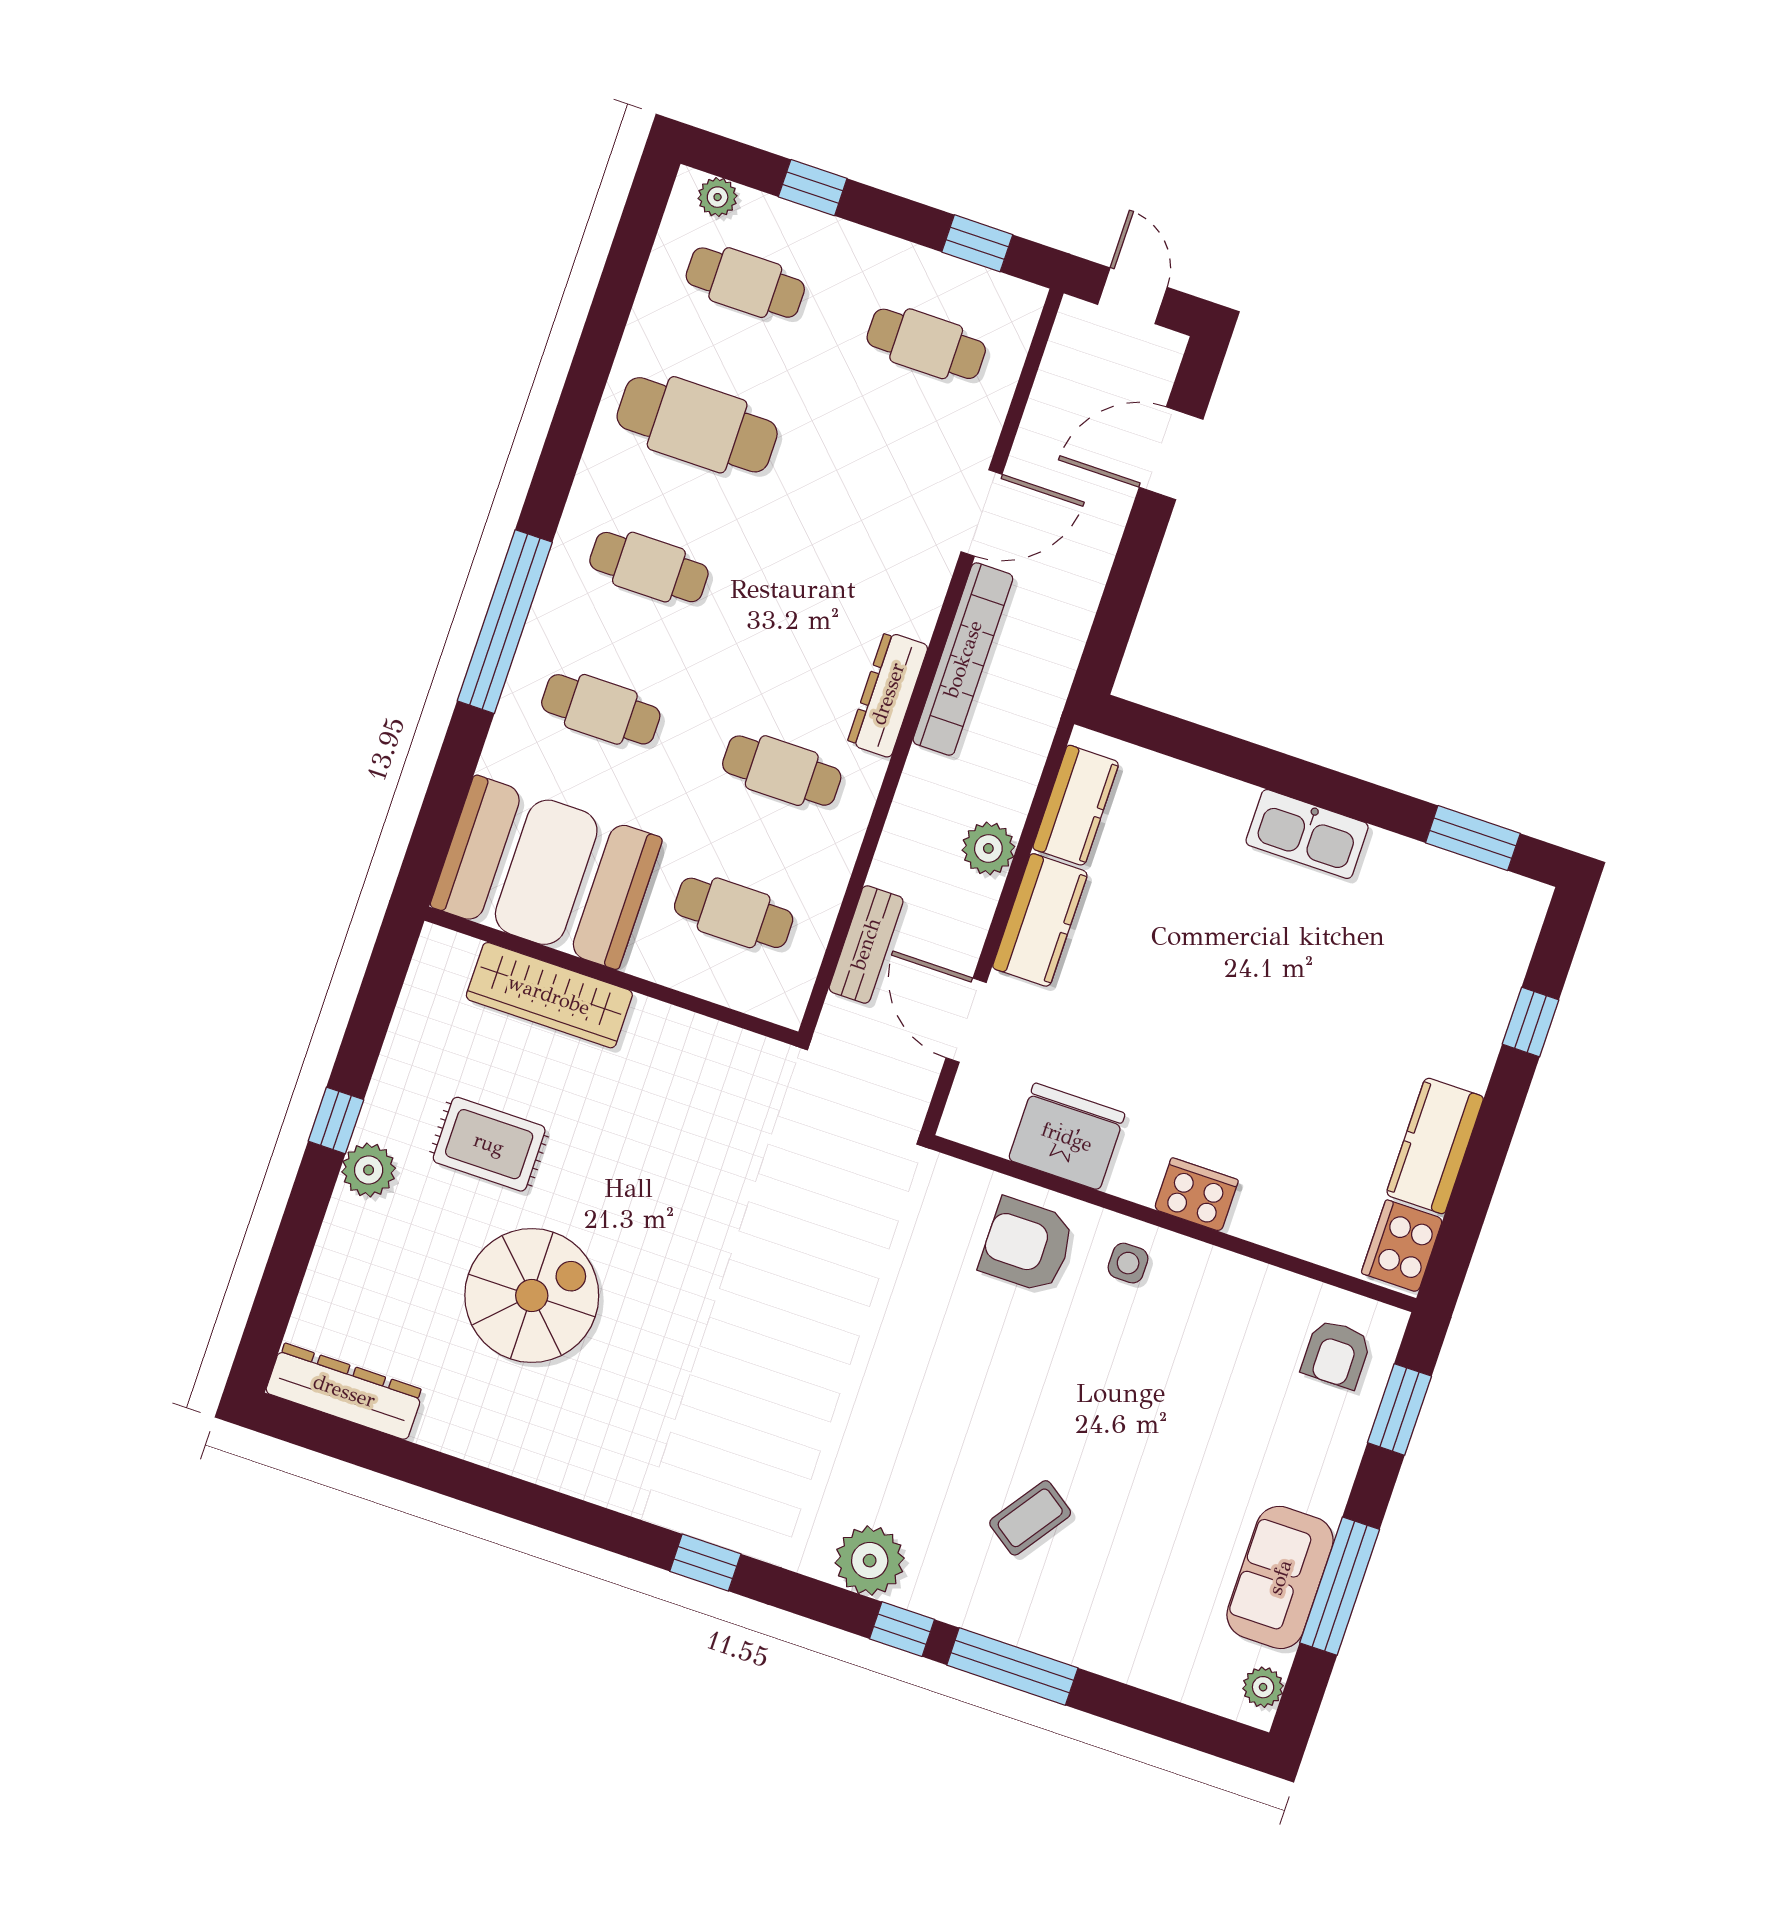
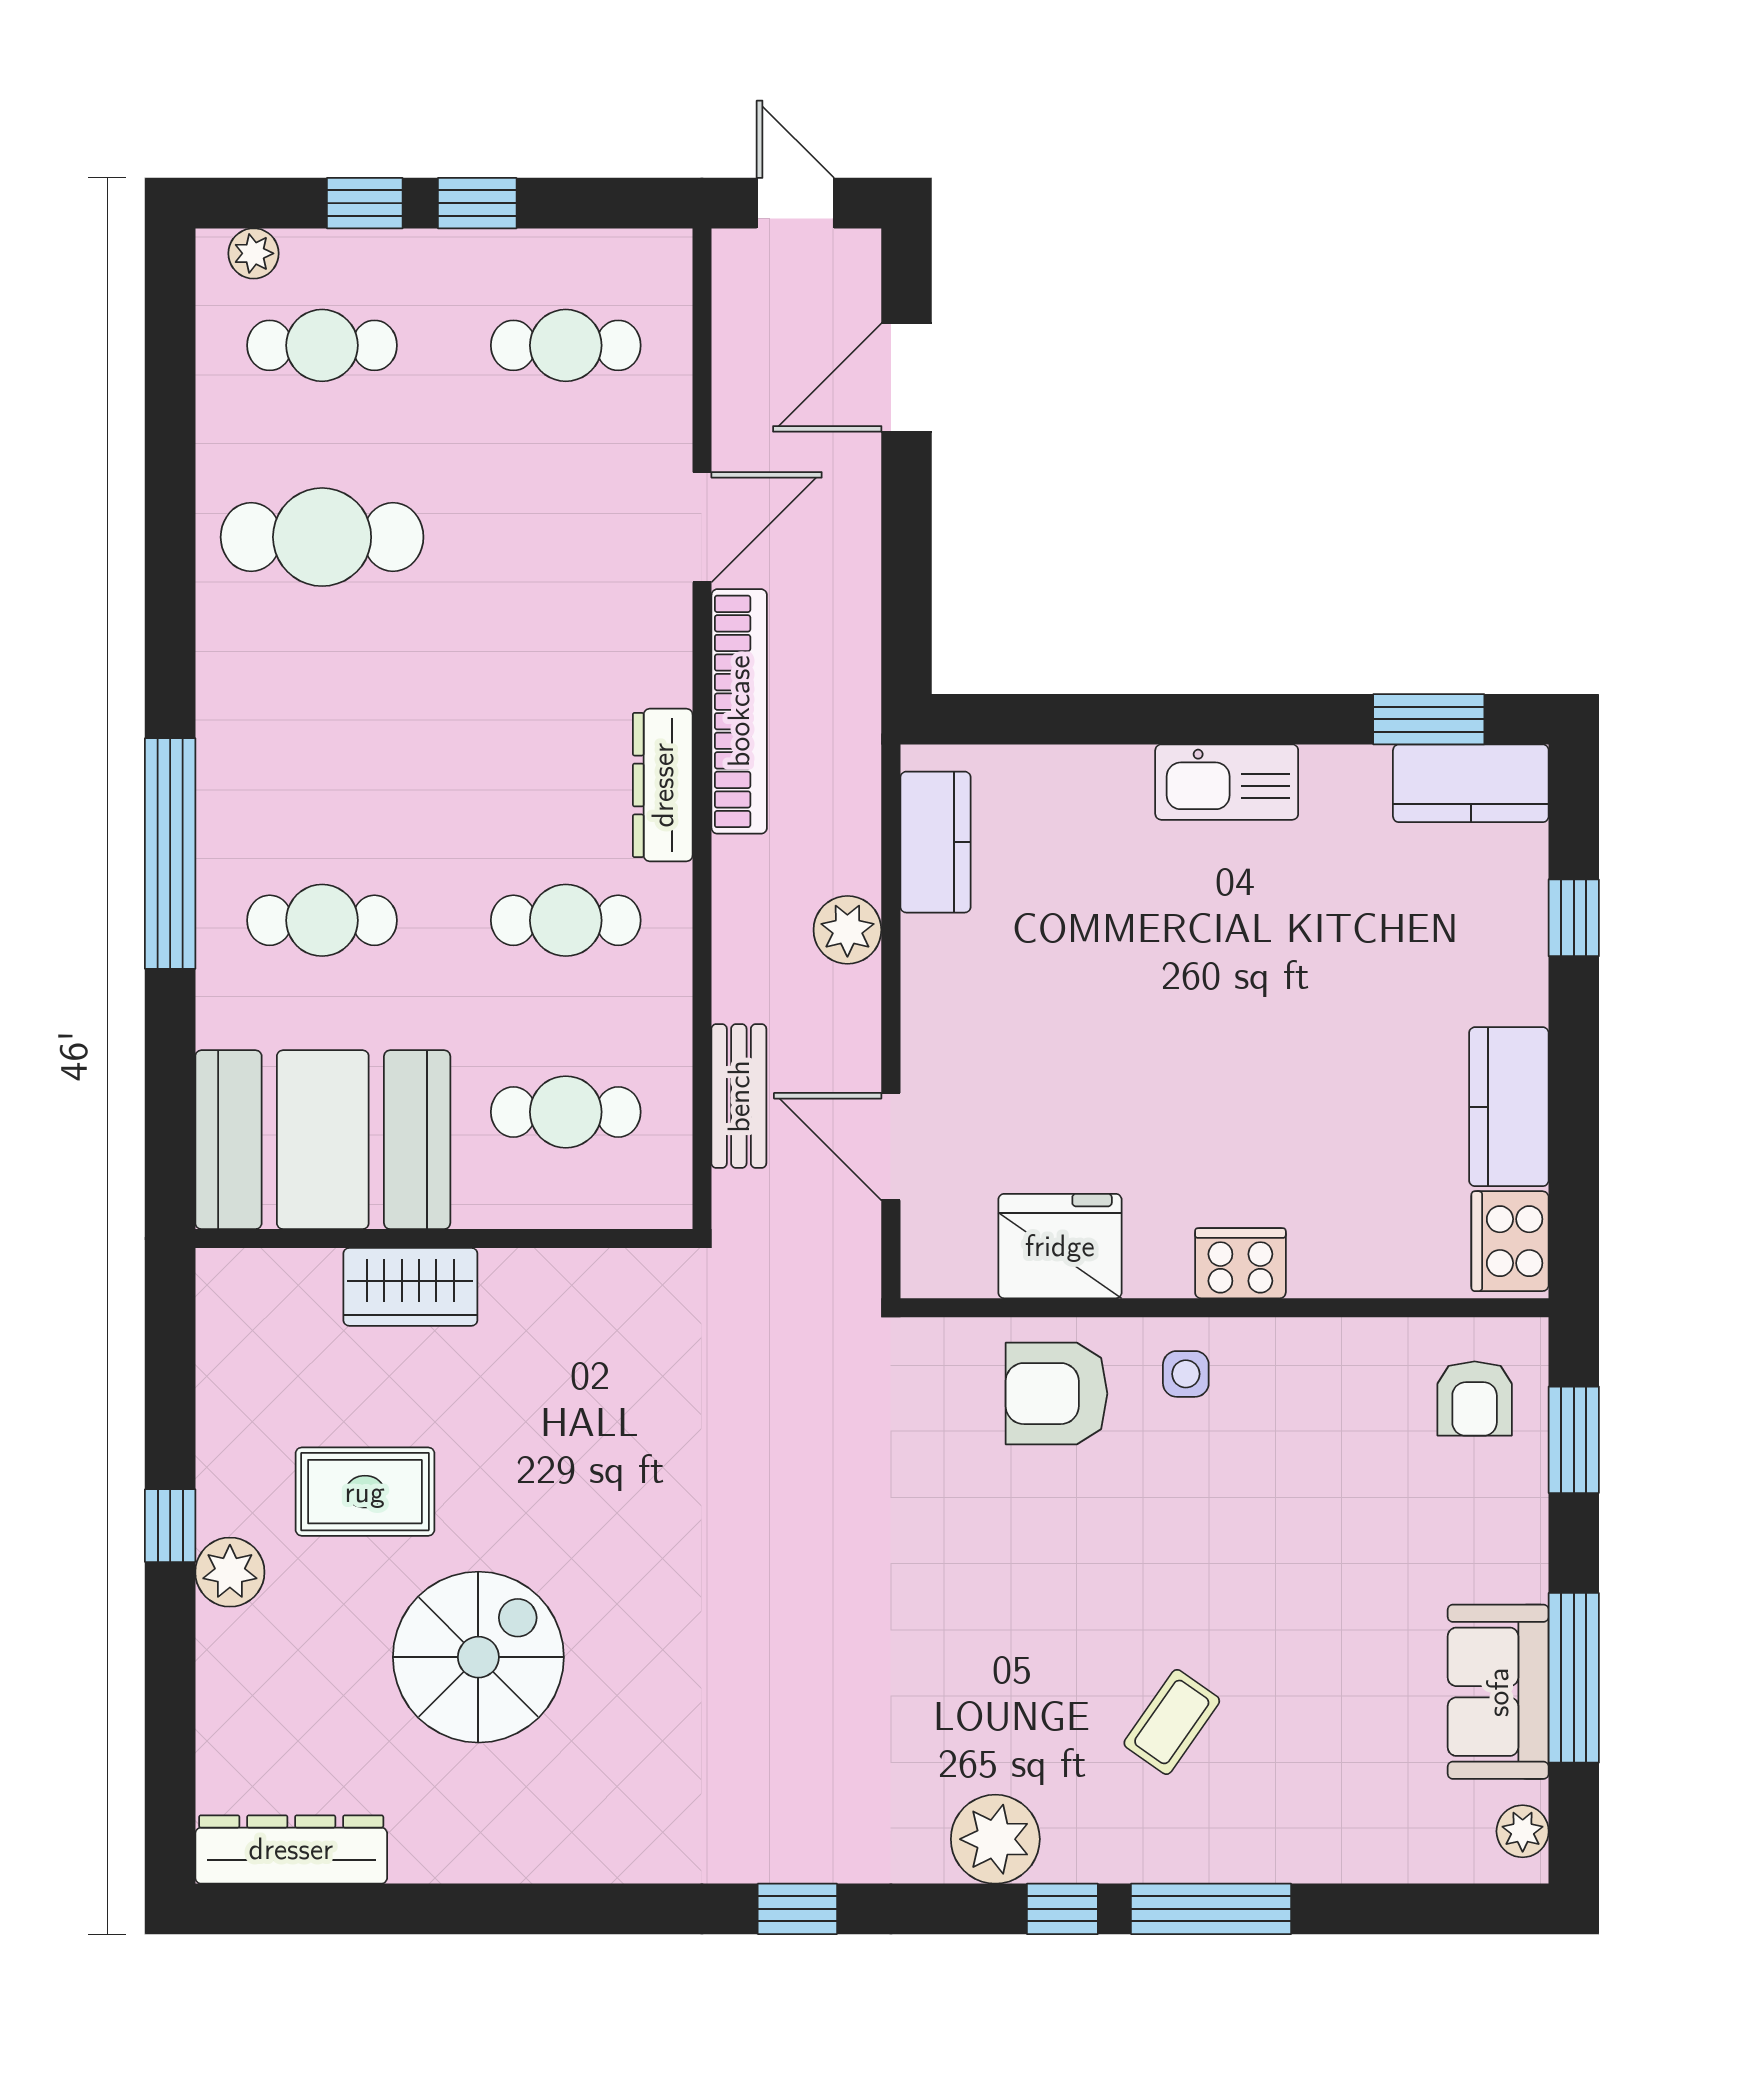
window: (977, 243) -> (477, 203), moved
cafe table: (649, 567) -> (322, 729), removed
kitchen counter: (1040, 920) -> (1471, 783), moved, turned 90
wardrobe: (549, 995) -> (410, 1287), width x0.67

